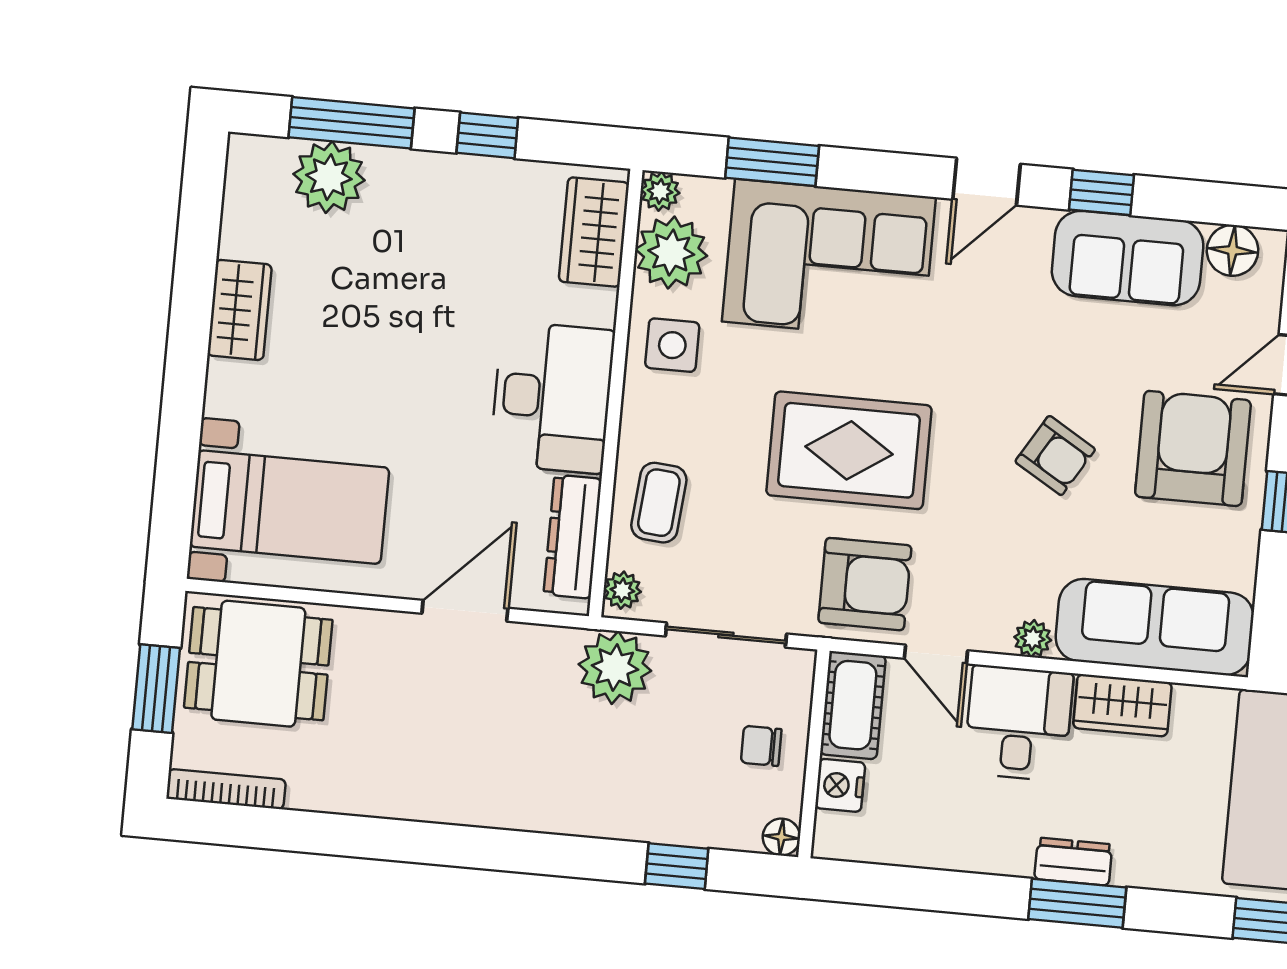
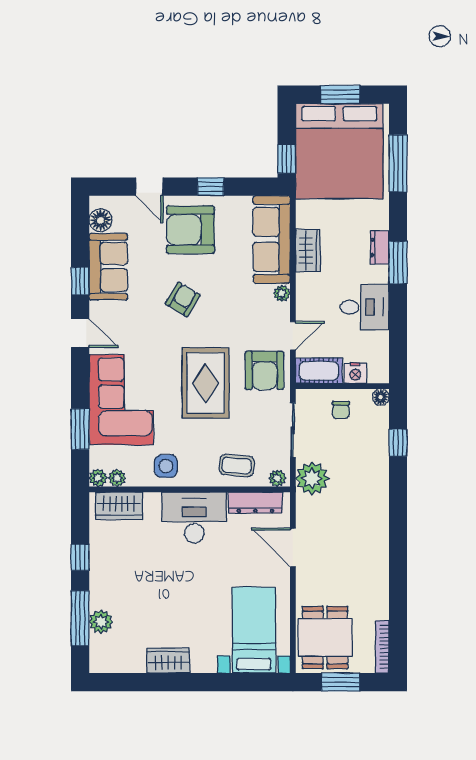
plant: (329, 177) -> (101, 622), width x0.73, depth x0.73
plant: (671, 252) -> (117, 478), width x0.53, depth x0.53
armchair: (1055, 455) -> (183, 299), moved
armchair: (865, 584) -> (264, 370), turned 180
desk: (1018, 723) -> (365, 307), moved, turned 180
dresser: (1073, 862) -> (380, 247), moved

